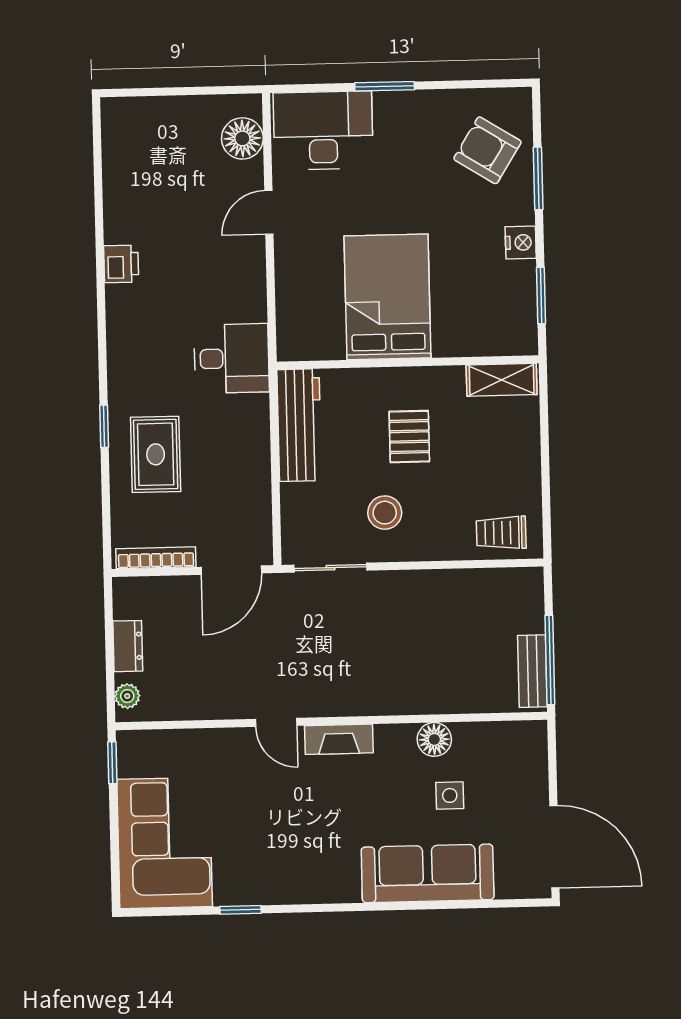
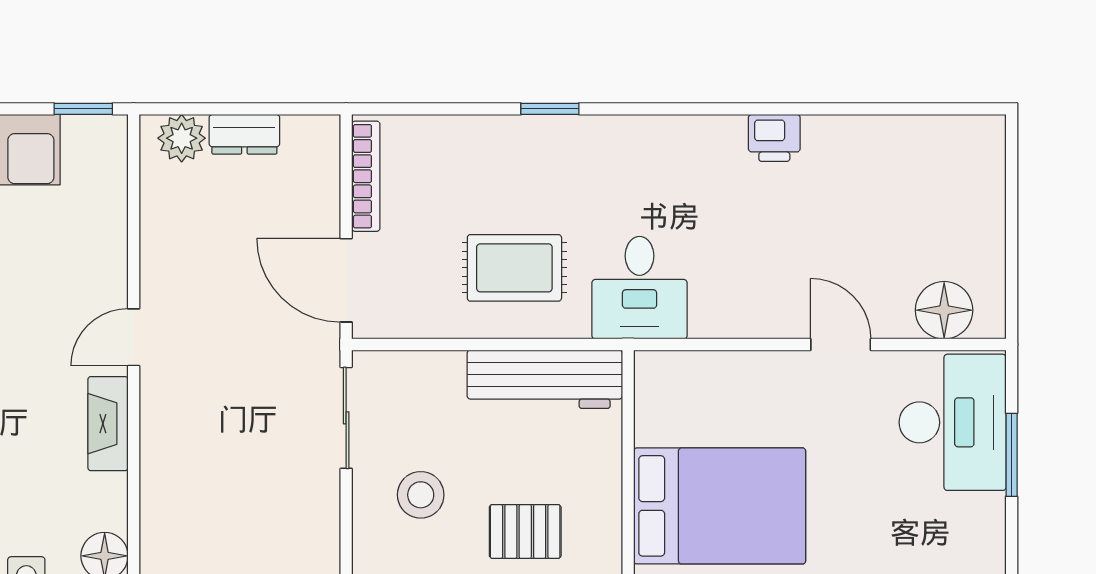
window: (385, 86) -> (1012, 455), moved
rug: (156, 454) -> (514, 268), moved
plant: (127, 696) -> (182, 138), width x1.38, depth x1.38

